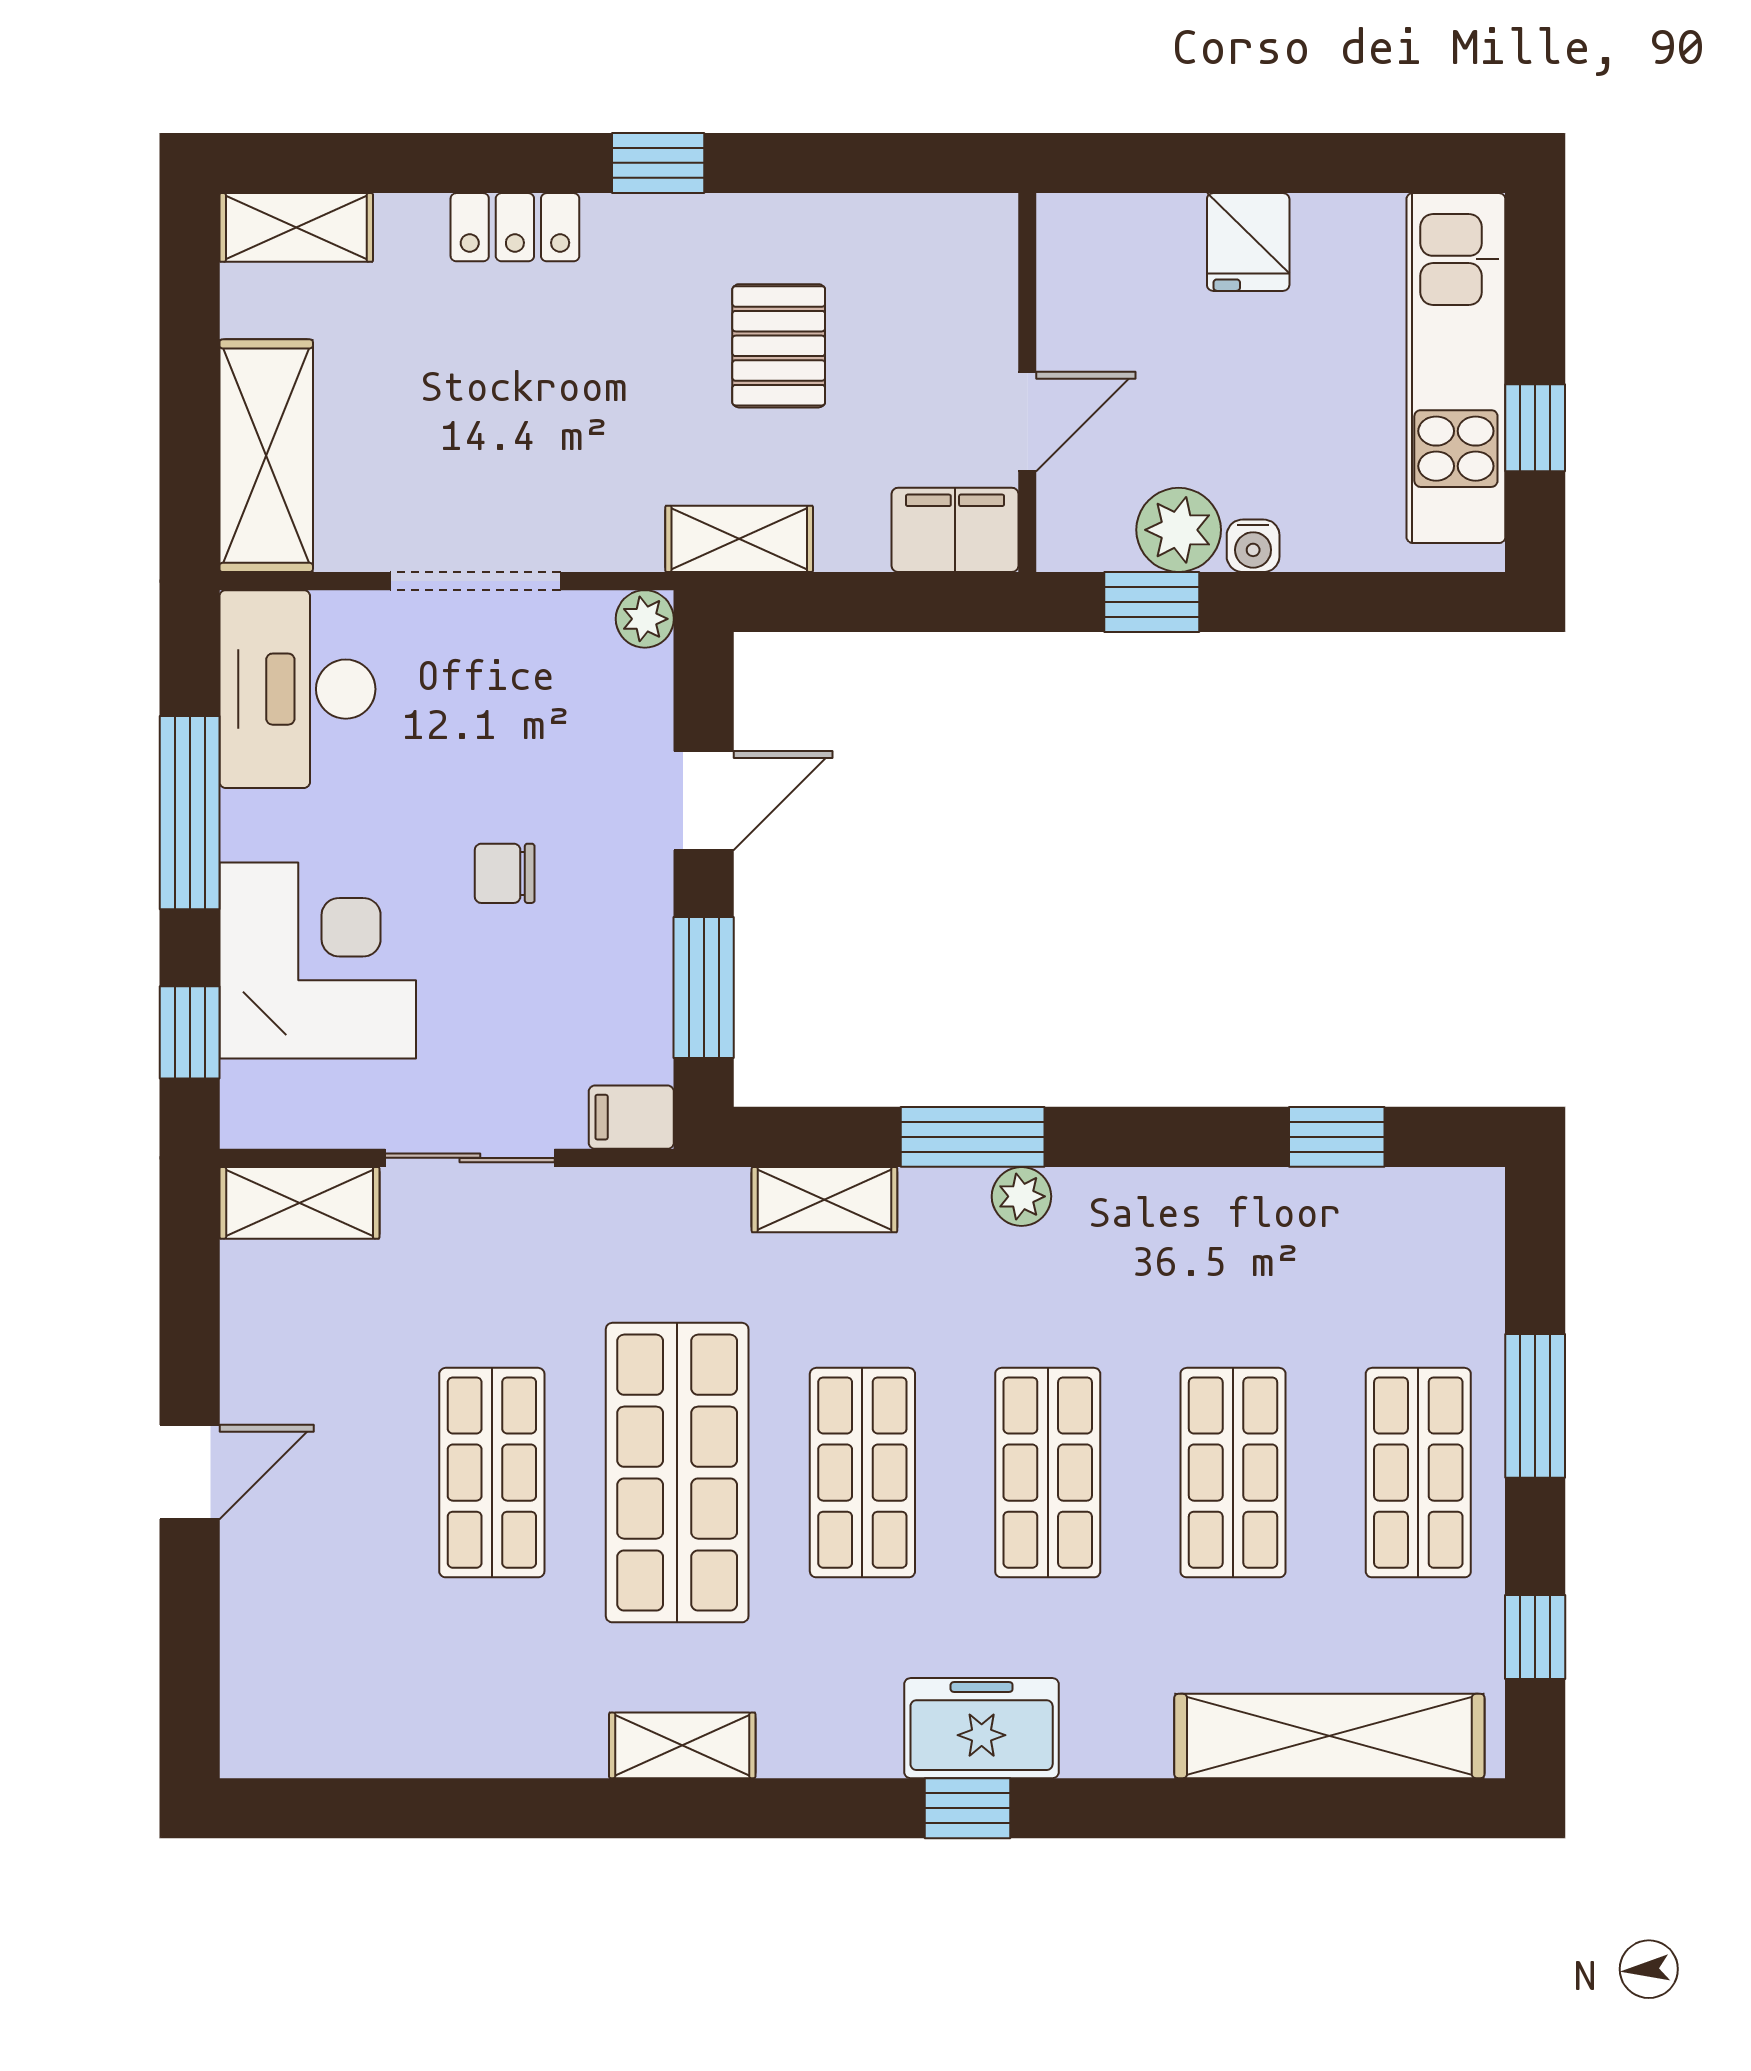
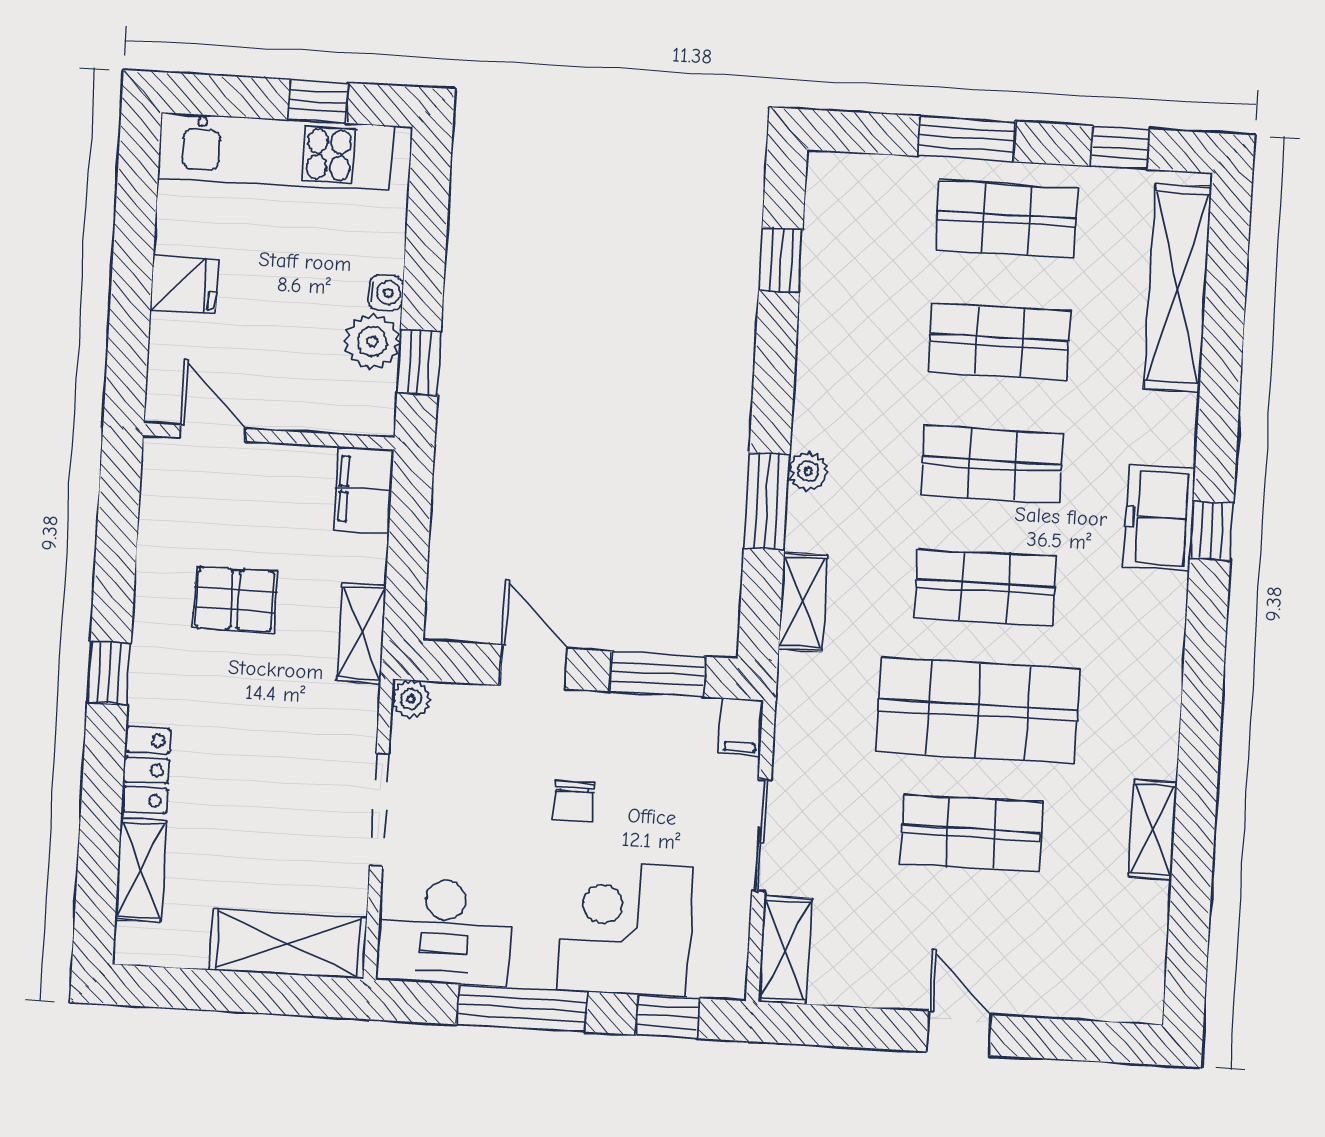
shelving: (296, 227) -> (141, 870), moved
door: (1027, 422) -> (213, 433), moved
shelving: (682, 1745) -> (1153, 830), moved

